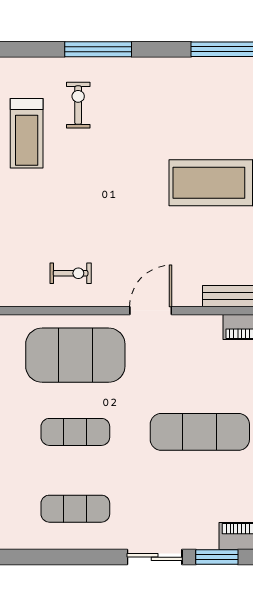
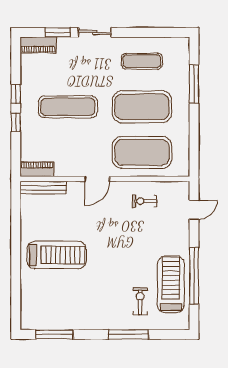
exercise bike: (78, 105) -> (140, 301), turned 180
treadmill: (27, 133) -> (171, 284), width x1.37, depth x1.38
exercise mat: (75, 432) -> (142, 107), width x2.00, depth x1.45

